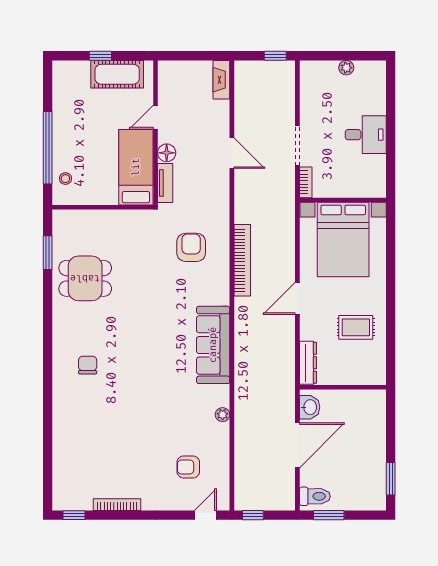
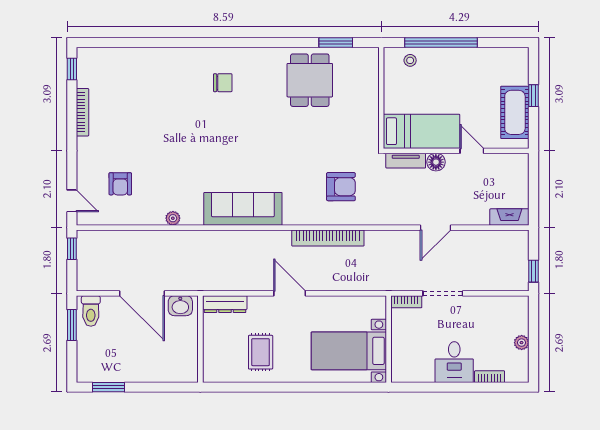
bookcase: (380, 99) -> (490, 377), added
bed with nightstands: (343, 240) -> (349, 351), width x0.73
armchair: (188, 467) -> (120, 184), turned 180

